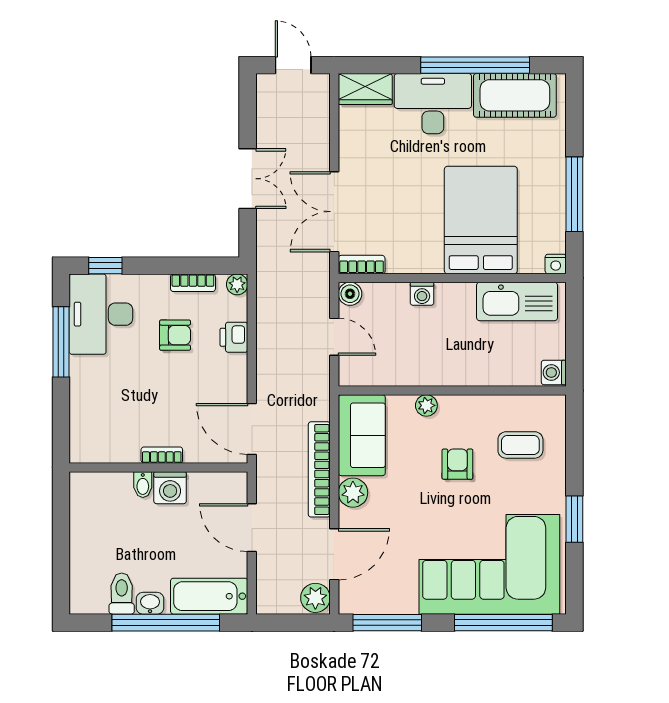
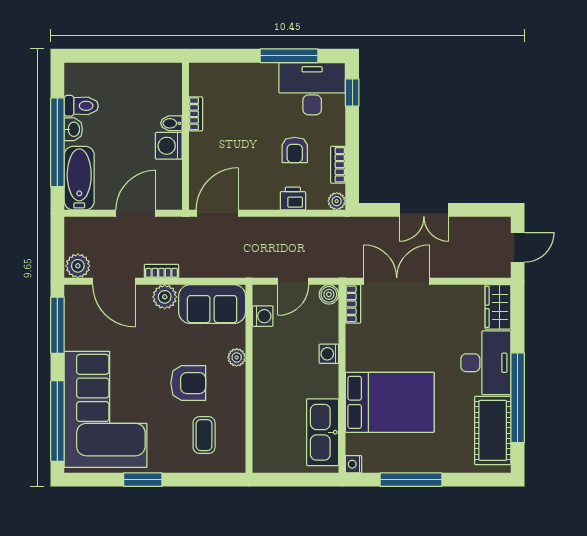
washing machine: (554, 373) -> (263, 316), moved, turned 90
bookcase: (162, 455) -> (196, 114), moved
armchair: (457, 464) -> (188, 383), width x1.38, depth x1.38
bookcase: (319, 469) -> (161, 271), width x0.43, depth x0.76

